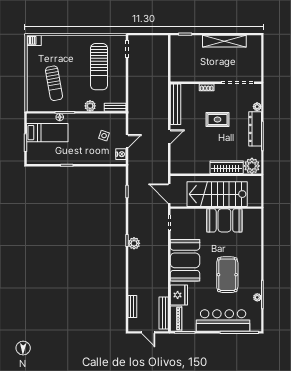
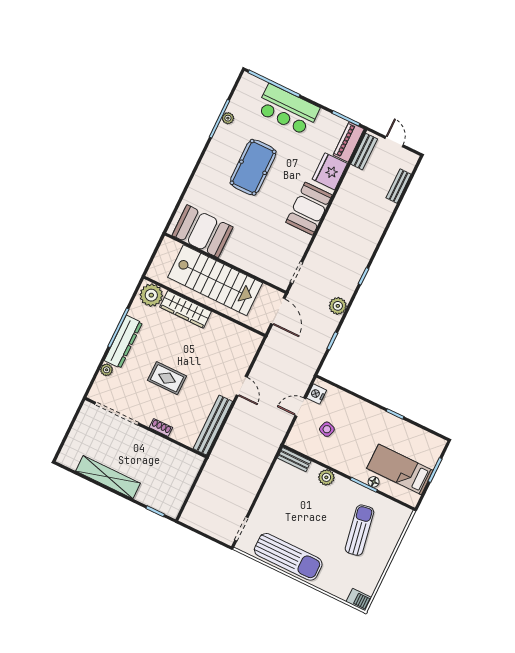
sun lounger: (99, 67) -> (288, 557), moved, turned 90
door: (169, 137) -> (242, 386), swing flipped
booth: (224, 220) -> (203, 231), moved
plant: (134, 243) -> (338, 306), moved
booth: (185, 260) -> (309, 209), width x0.73, depth x0.70
bench: (164, 313) -> (364, 152), width x0.73
bar counter: (223, 320) -> (288, 110), width x0.73

